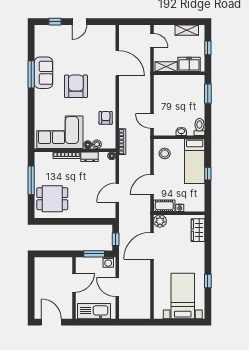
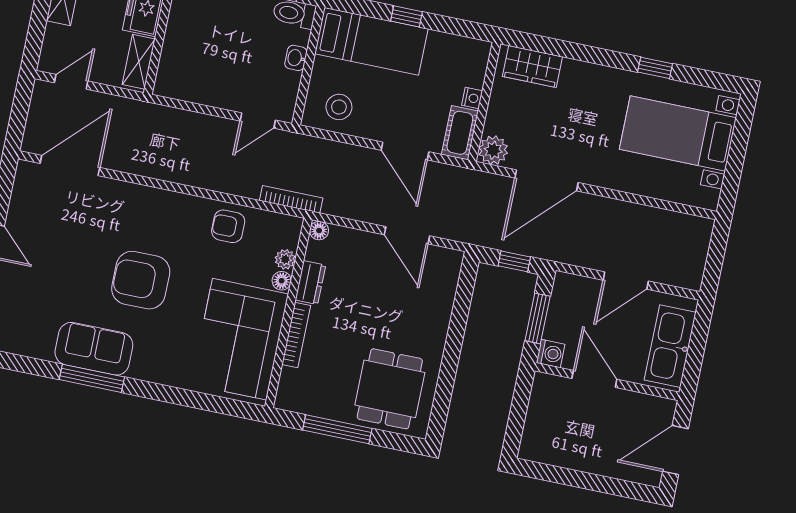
door: (117, 63) -> (70, 165), moved
door: (152, 246) -> (547, 180), hinge flipped
washing machine: (108, 262) -> (551, 353), moved

